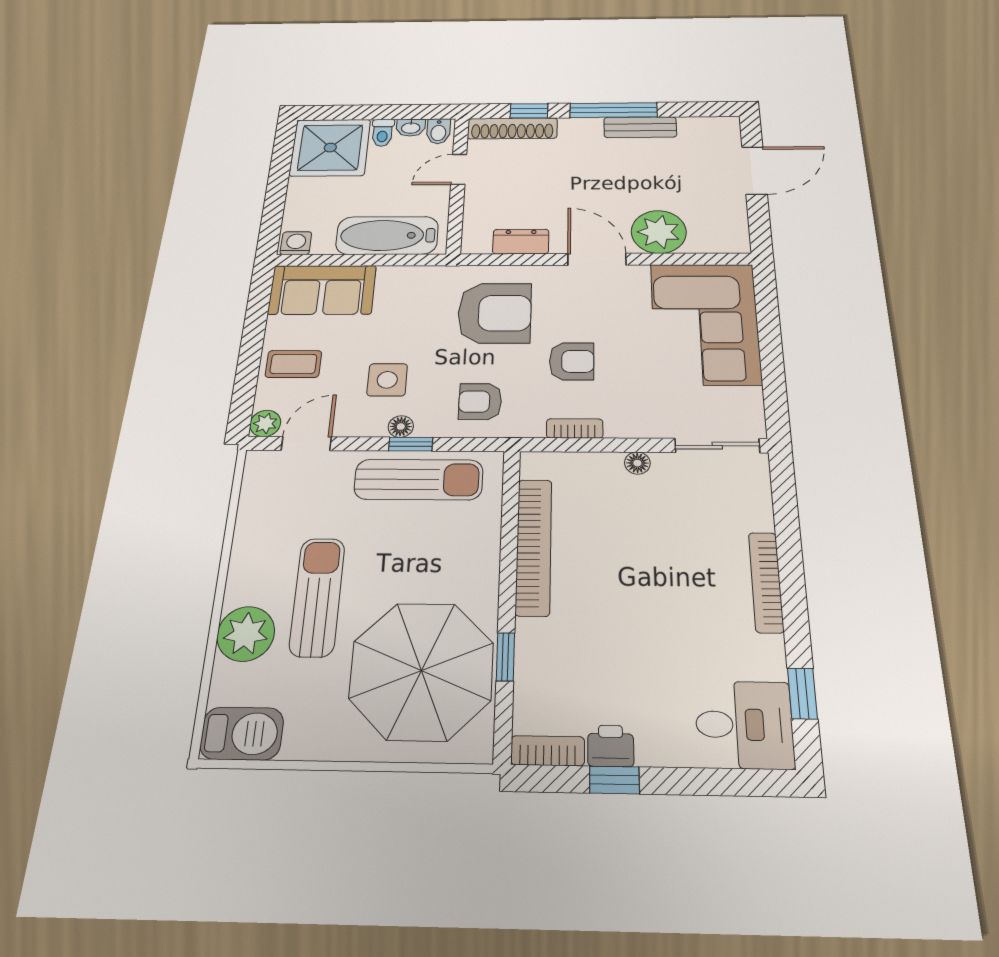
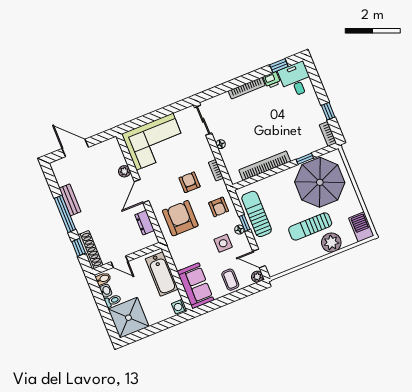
plant: (659, 232) -> (124, 171), width x0.53, depth x0.53
printer: (611, 746) -> (272, 80), moved, turned -90

